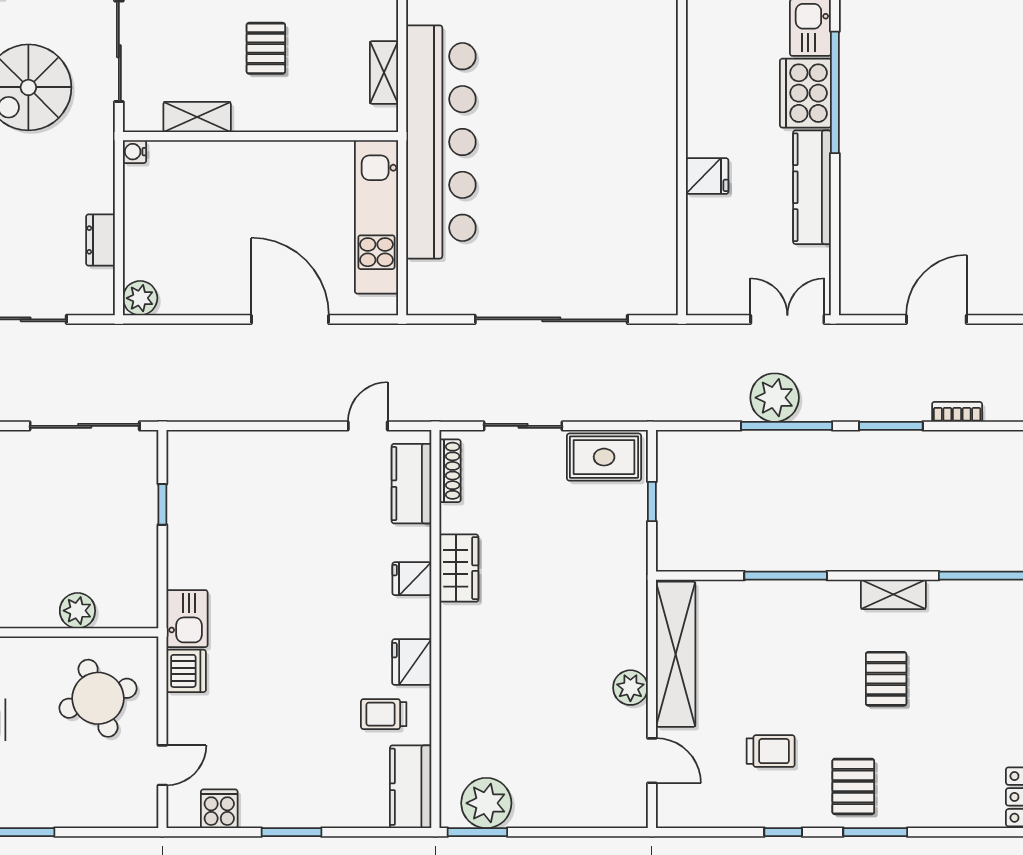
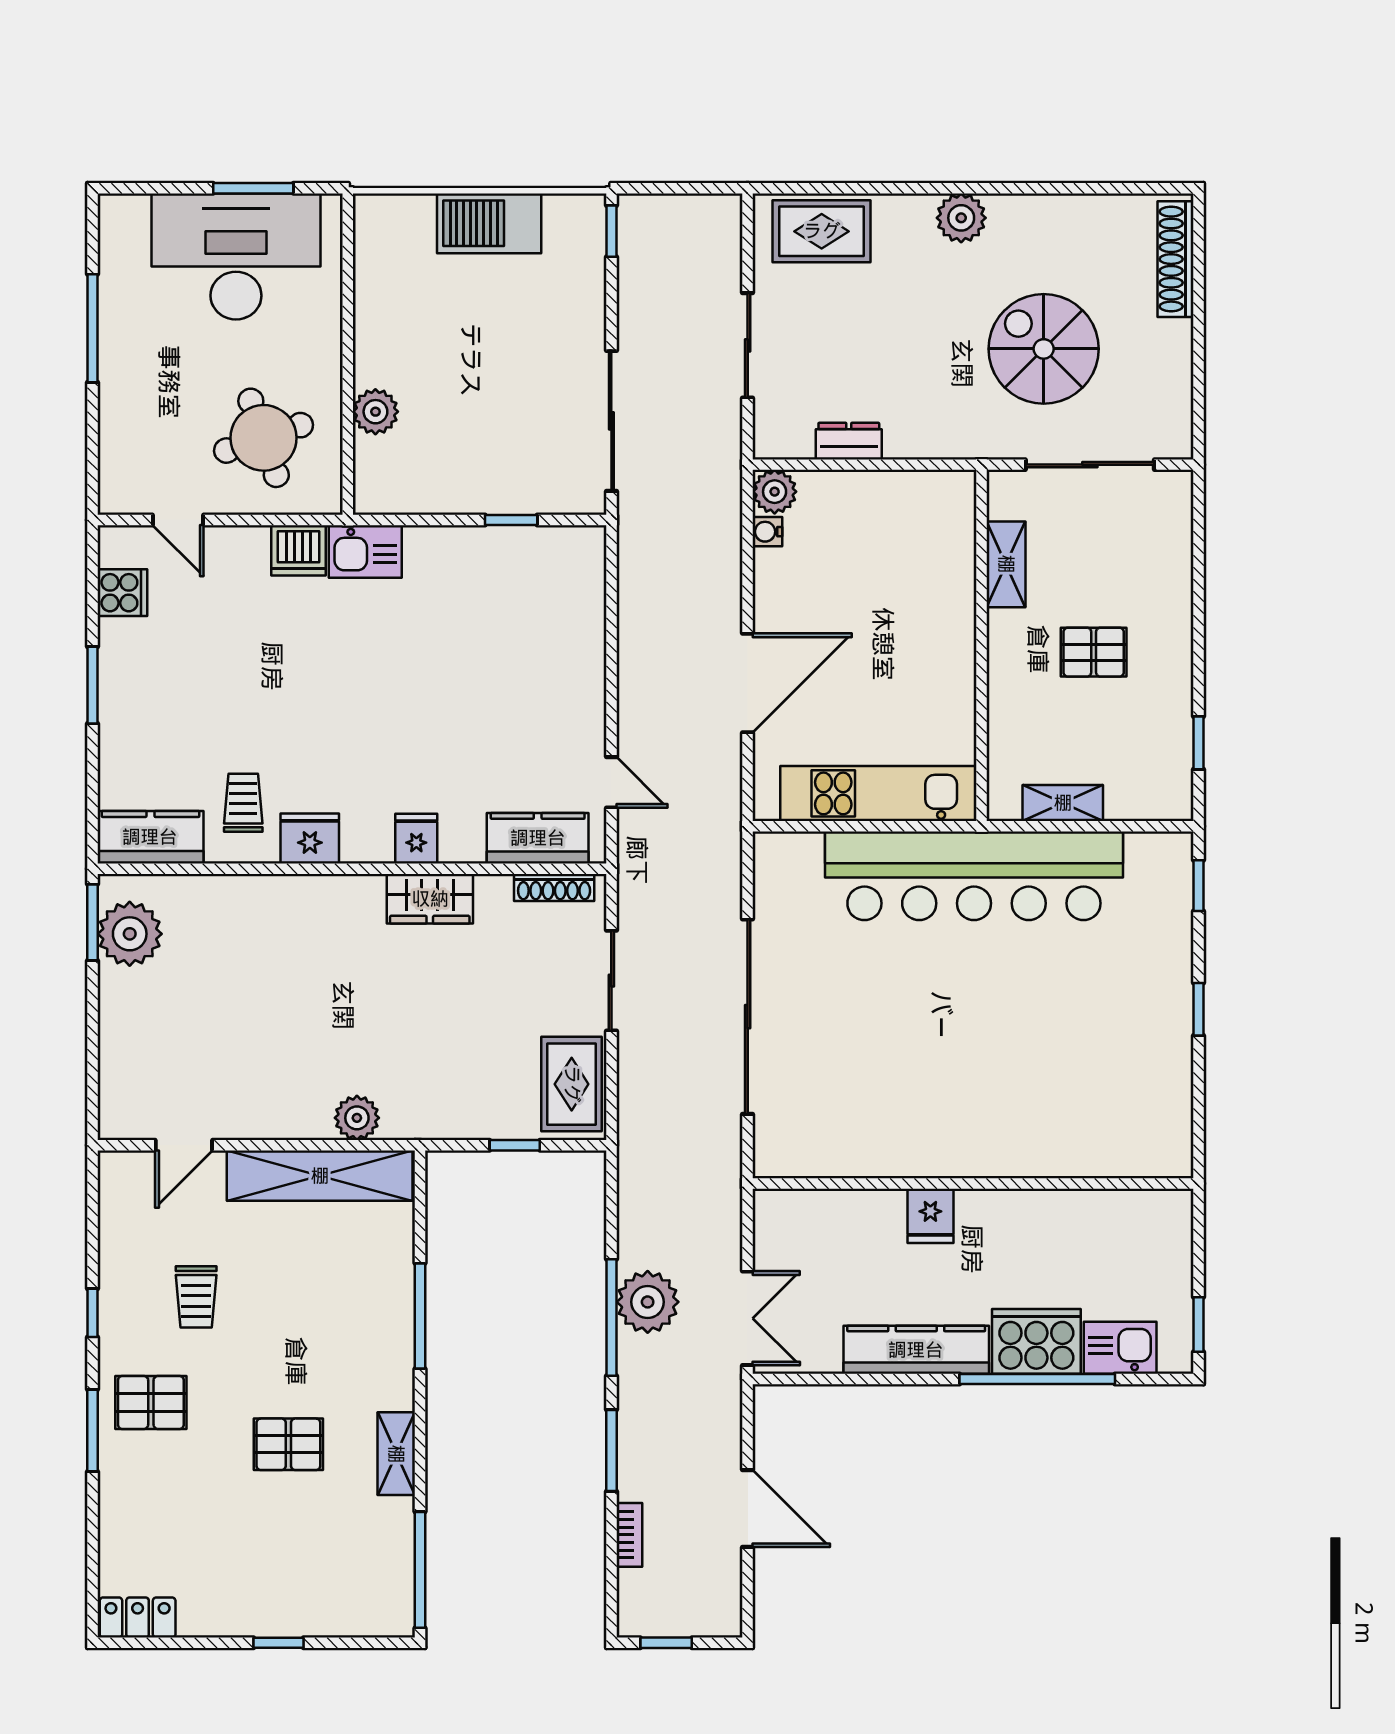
water cooler: (135, 152) -> (767, 532), moved, turned -90
plant: (630, 688) -> (357, 1118), moved

